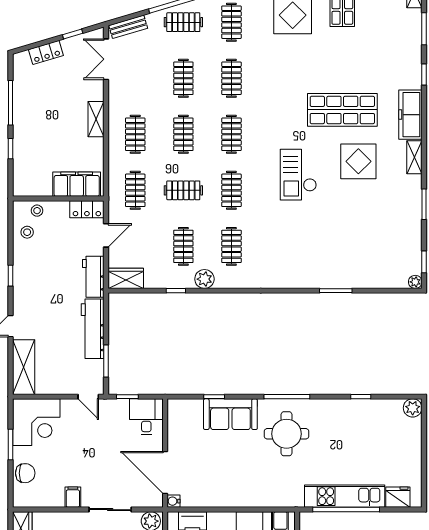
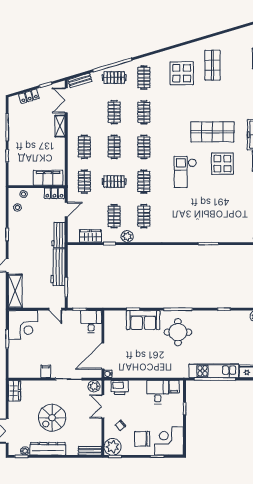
shelving: (96, 119) -> (60, 126), moved
wardrobe: (126, 278) -> (90, 236), moved
chair: (25, 473) -> (16, 357), removed
door: (165, 473) -> (103, 356), hinge flipped

